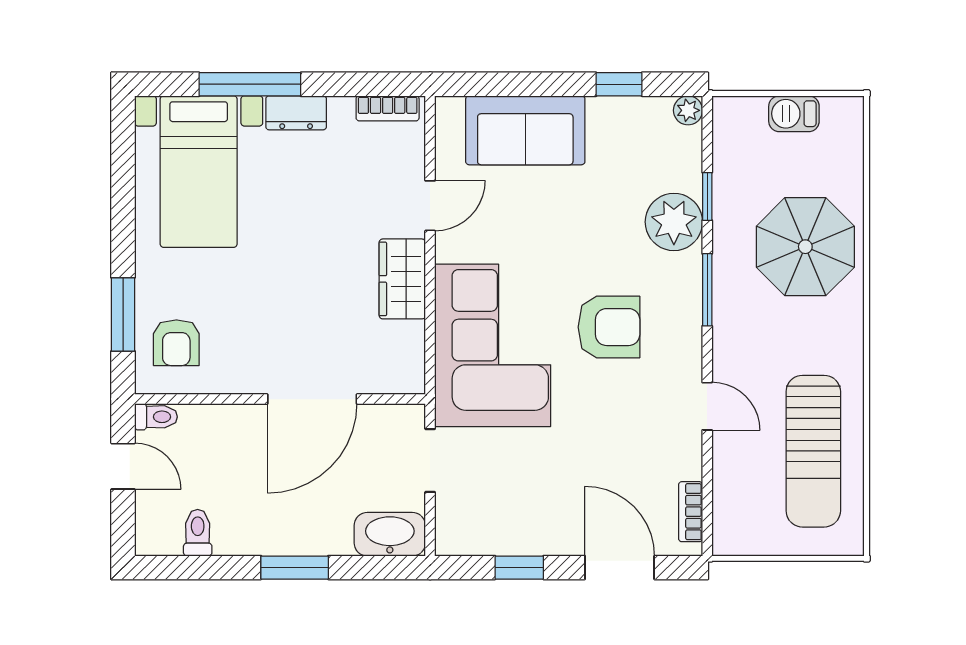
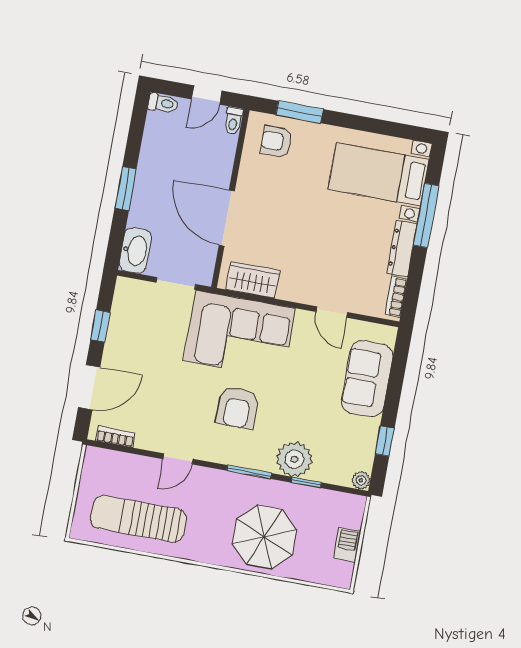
dresser: (296, 113) -> (402, 249), width x1.44
wardrobe: (402, 279) -> (253, 280), moved
toilet: (198, 533) -> (163, 103), moved

